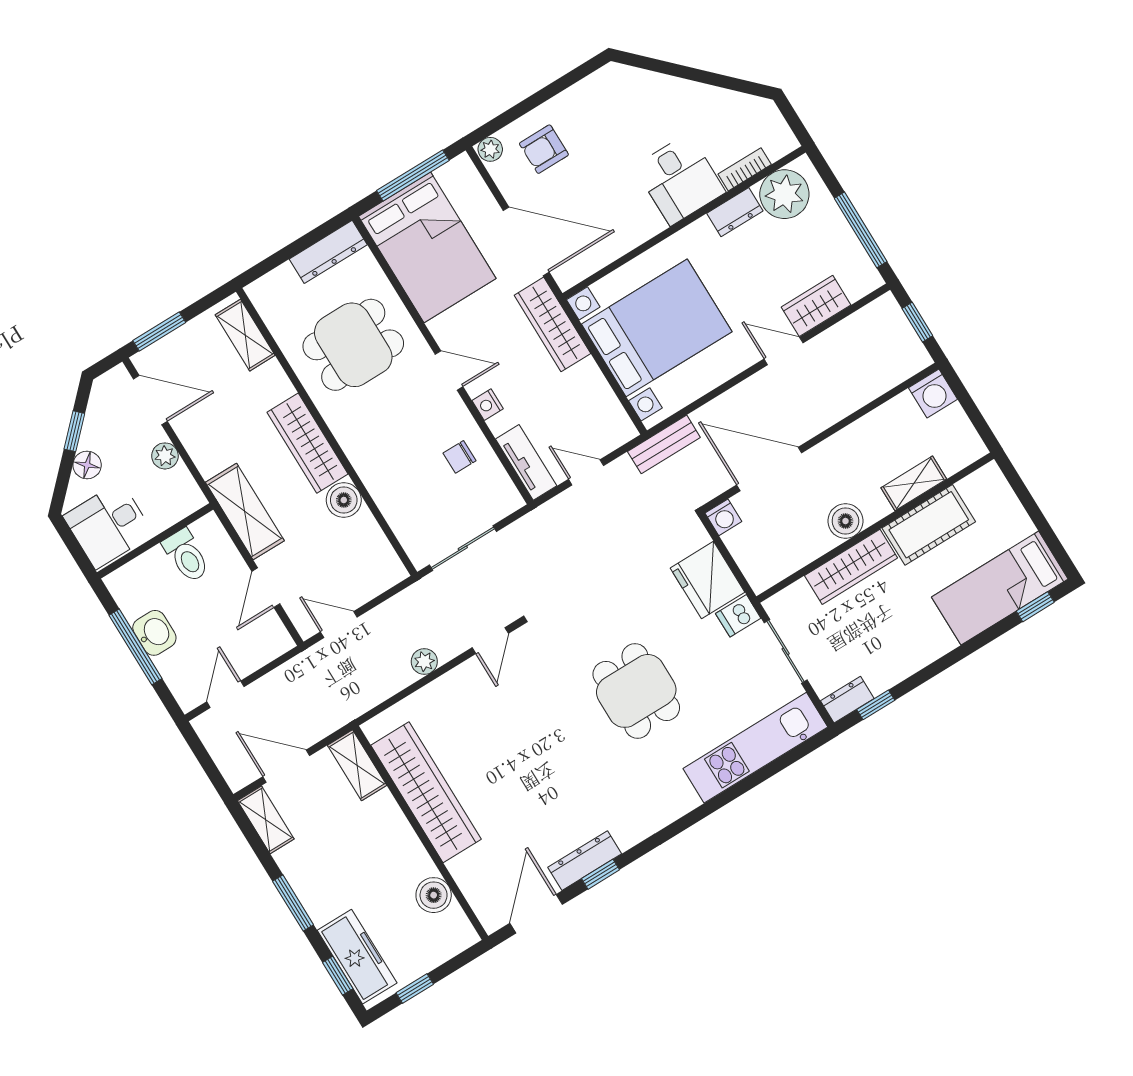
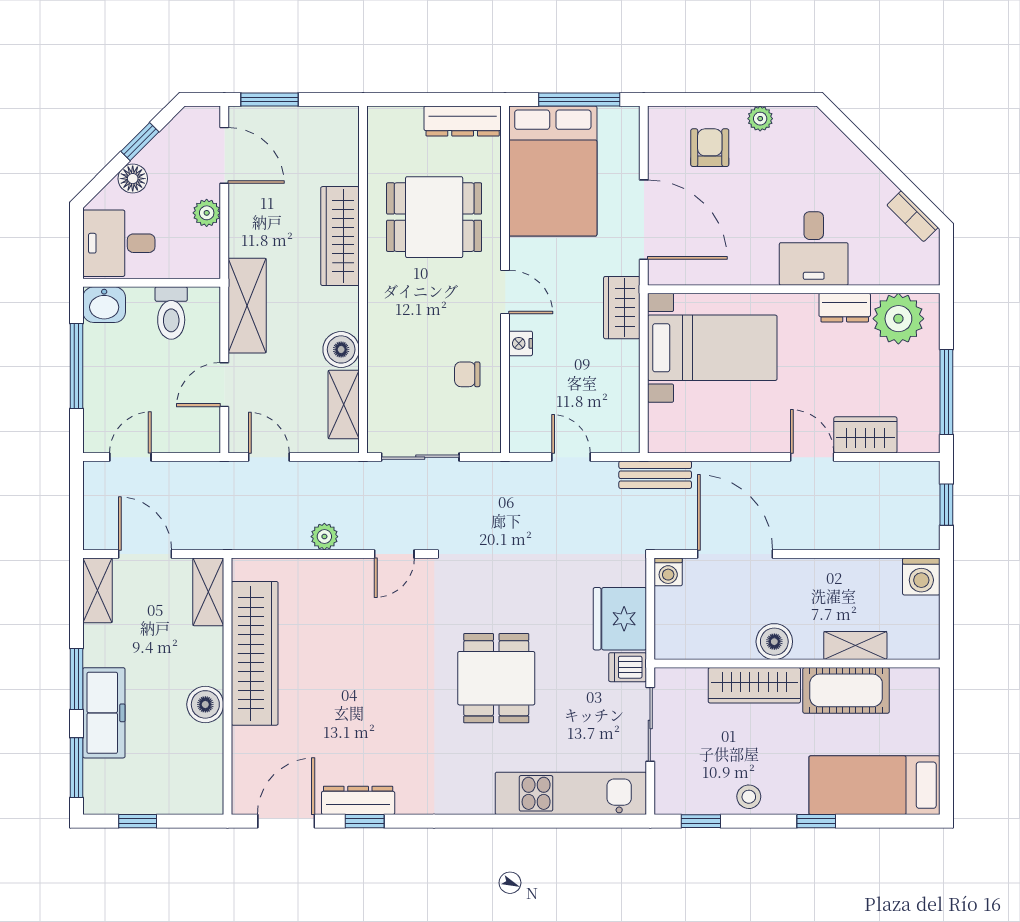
plant: (490, 149) -> (760, 119), moved
armchair: (544, 149) -> (710, 148), turned 90
bookcase: (745, 169) -> (912, 216), moved, turned -135
wardrobe: (552, 324) -> (622, 308), width x0.67
bed with nightstands: (657, 328) -> (712, 348), width x0.73
shelving: (245, 335) -> (344, 405), moved
wardrobe: (307, 443) -> (340, 236), moved
tv unit: (526, 462) -> (523, 416), removed
window: (1035, 607) -> (816, 821), moved
washbasin: (154, 633) -> (104, 305), moved, turned 90
stool: (903, 661) -> (749, 797), added
dresser: (847, 700) -> (679, 801), removed
boiler: (434, 895) -> (205, 704), moved
freezer: (357, 957) -> (104, 713), moved
window: (338, 976) -> (76, 768), width x1.50

